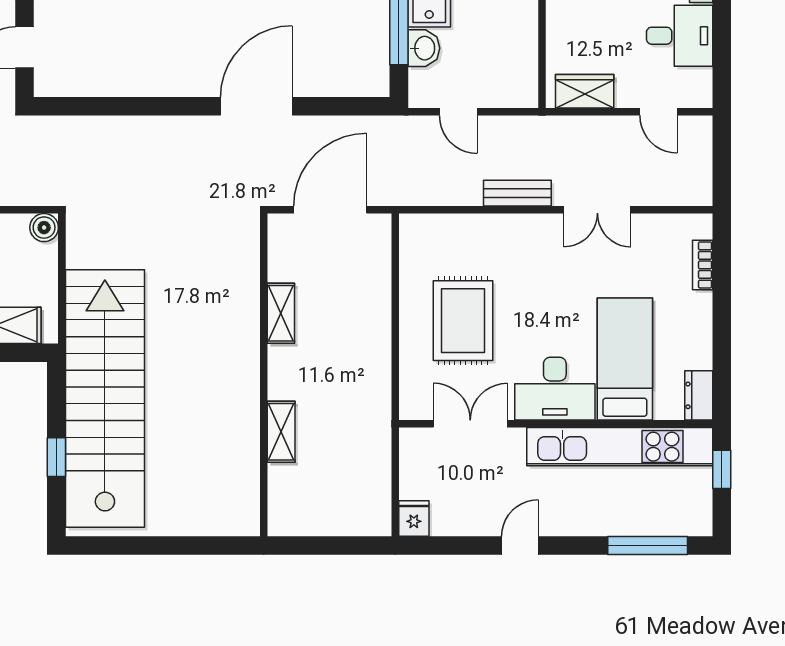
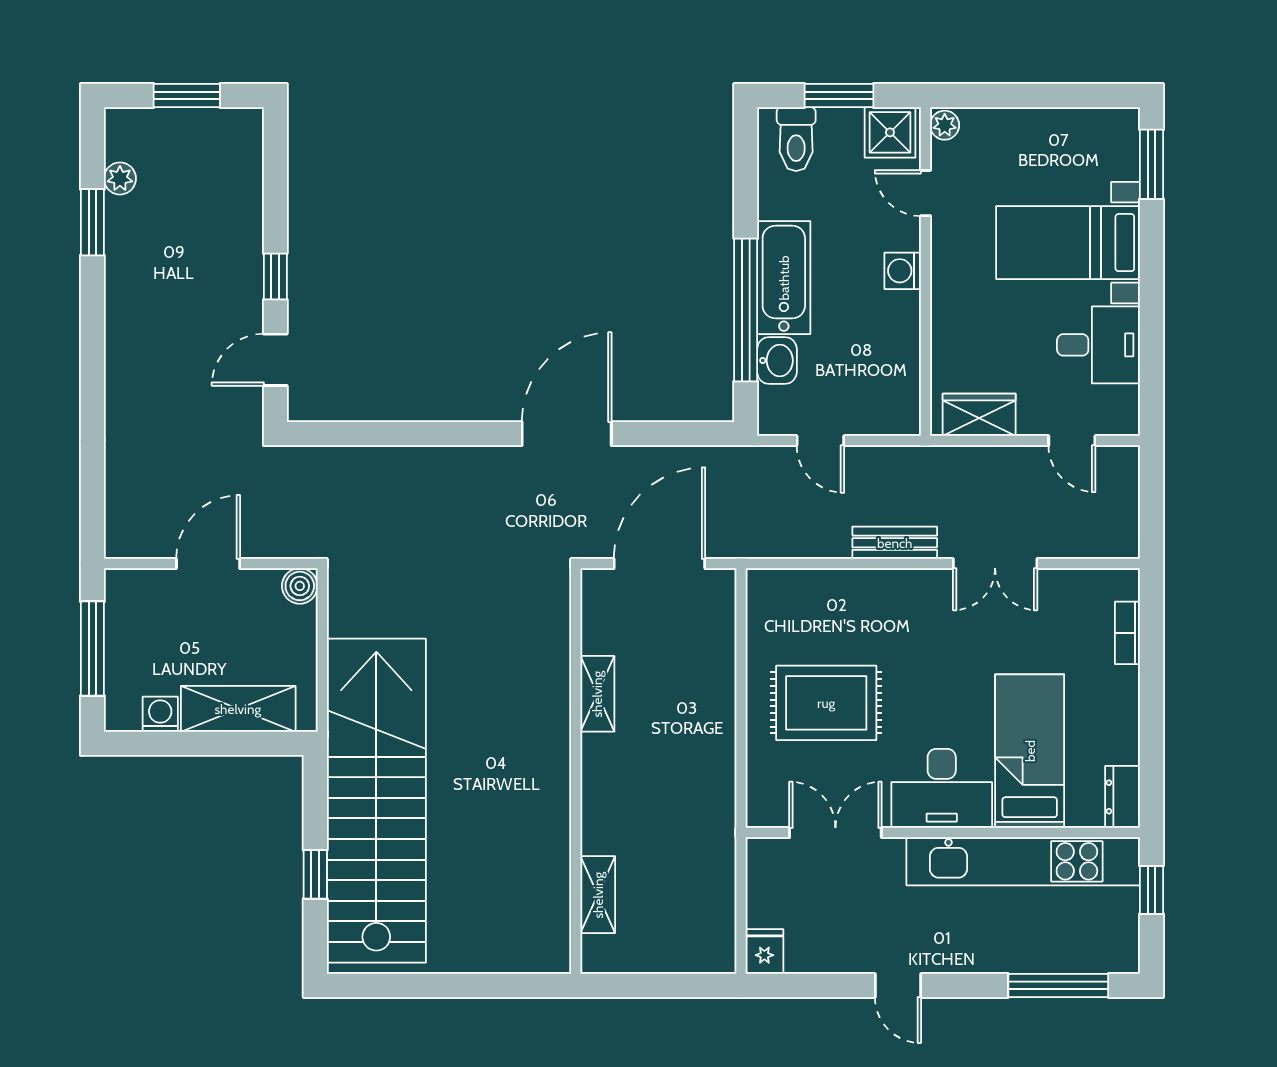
rug: (463, 321) -> (826, 703), turned 90
shelving: (281, 432) -> (598, 895), moved
door: (520, 545) -> (898, 985), swing flipped

